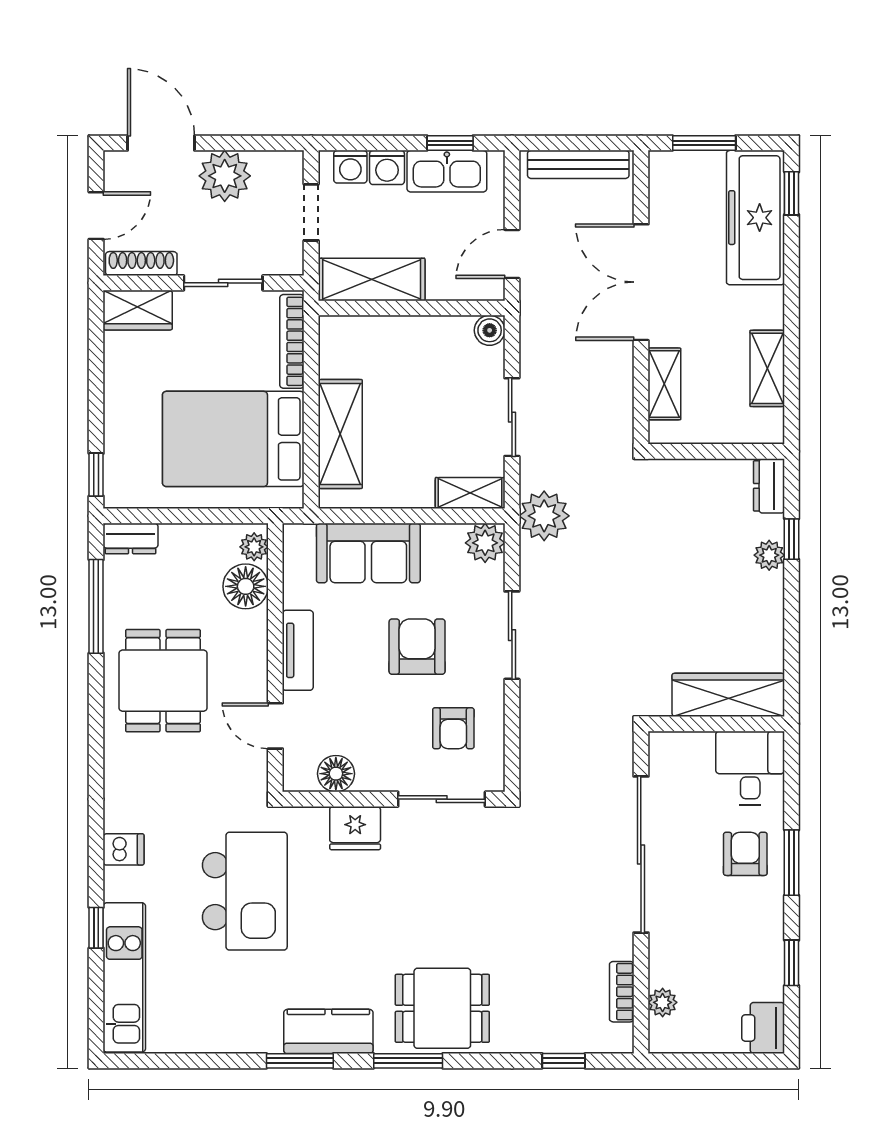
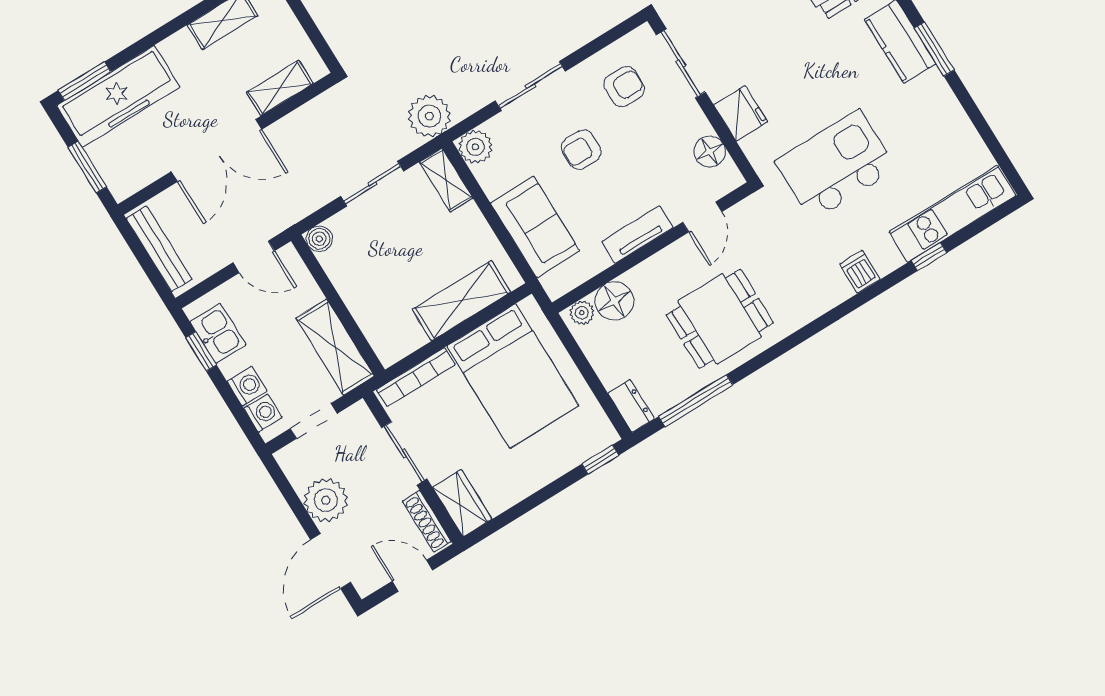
kitchen sink: (447, 171) -> (218, 333), width x0.73
window: (792, 193) -> (84, 81), width x1.50
armchair: (417, 647) -> (581, 150), width x0.72, depth x0.72

